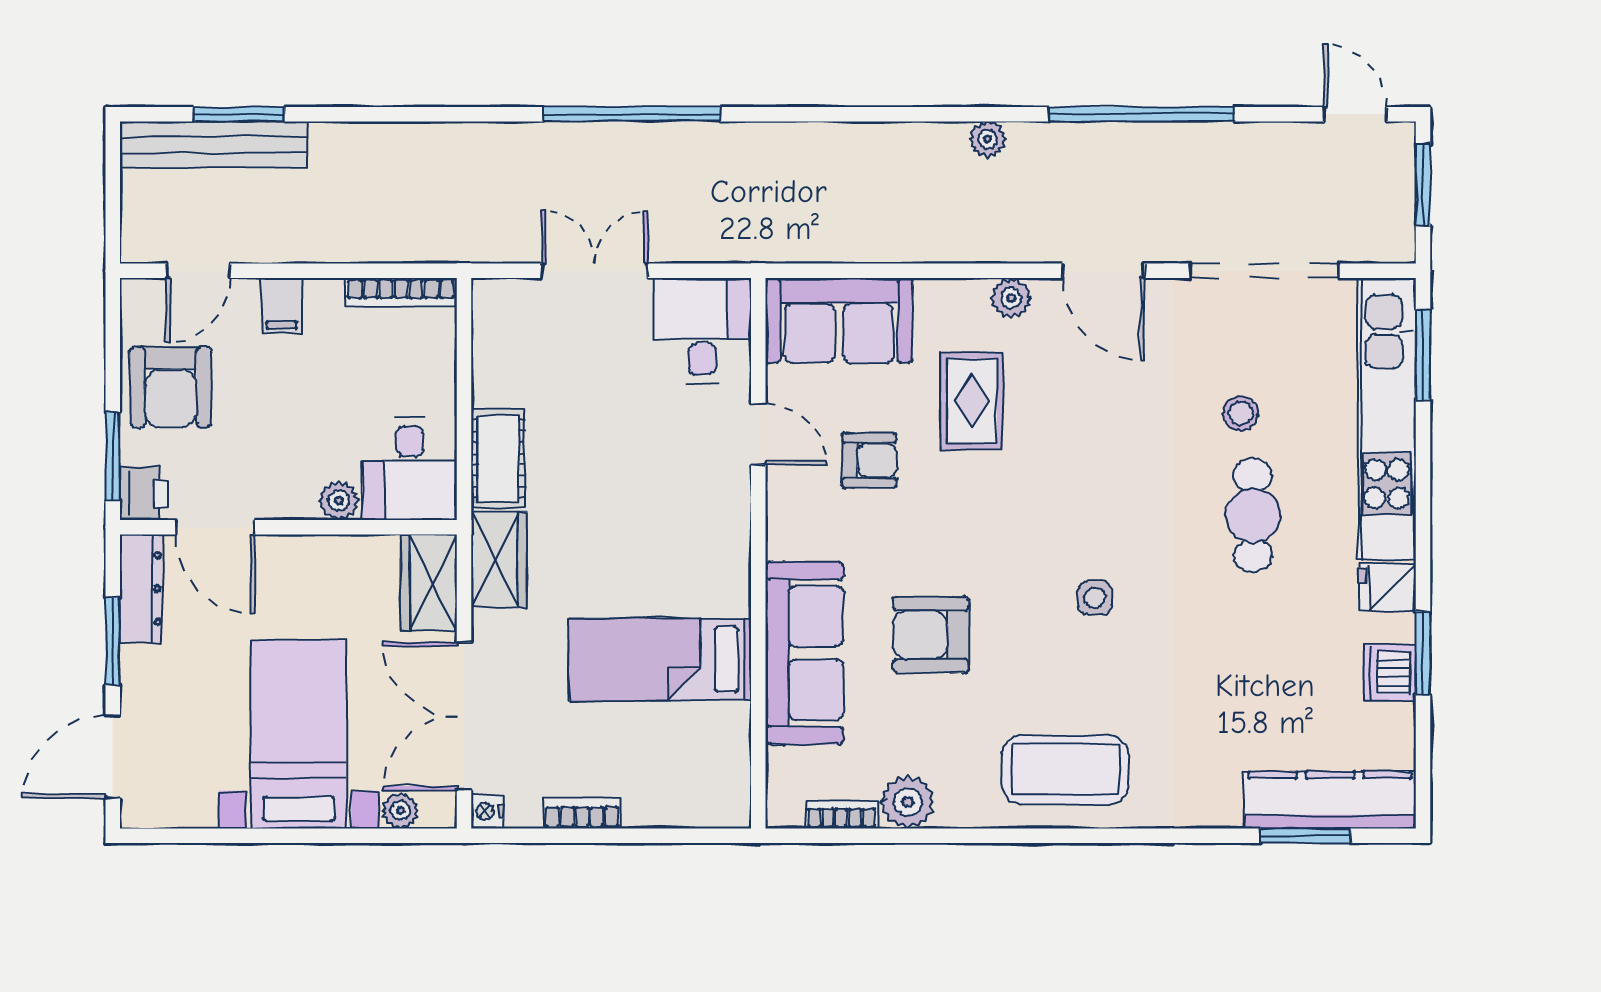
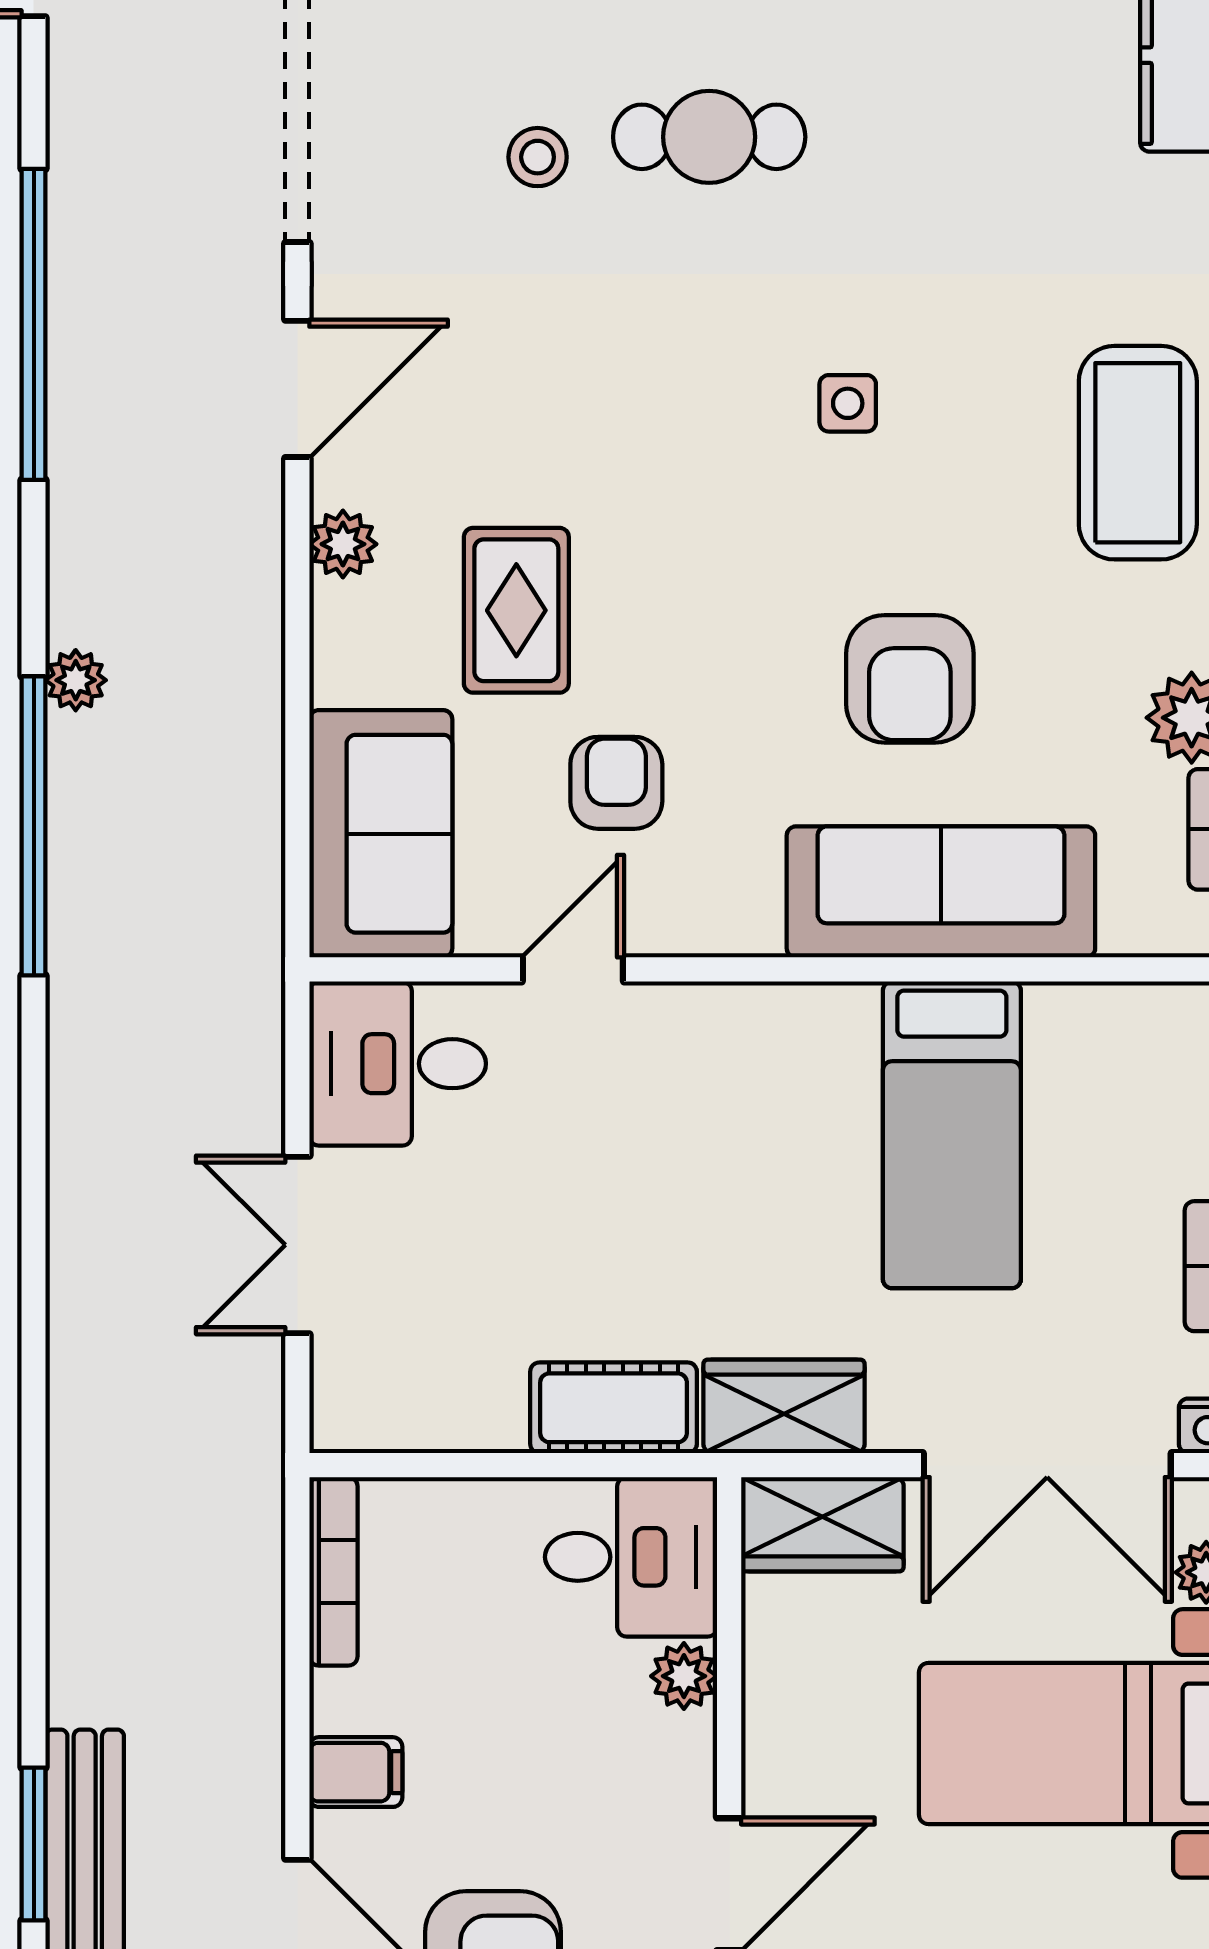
window: (632, 114) -> (34, 826), moved
plant: (987, 139) -> (76, 680), moved
rug: (972, 401) -> (516, 610), turned 90

